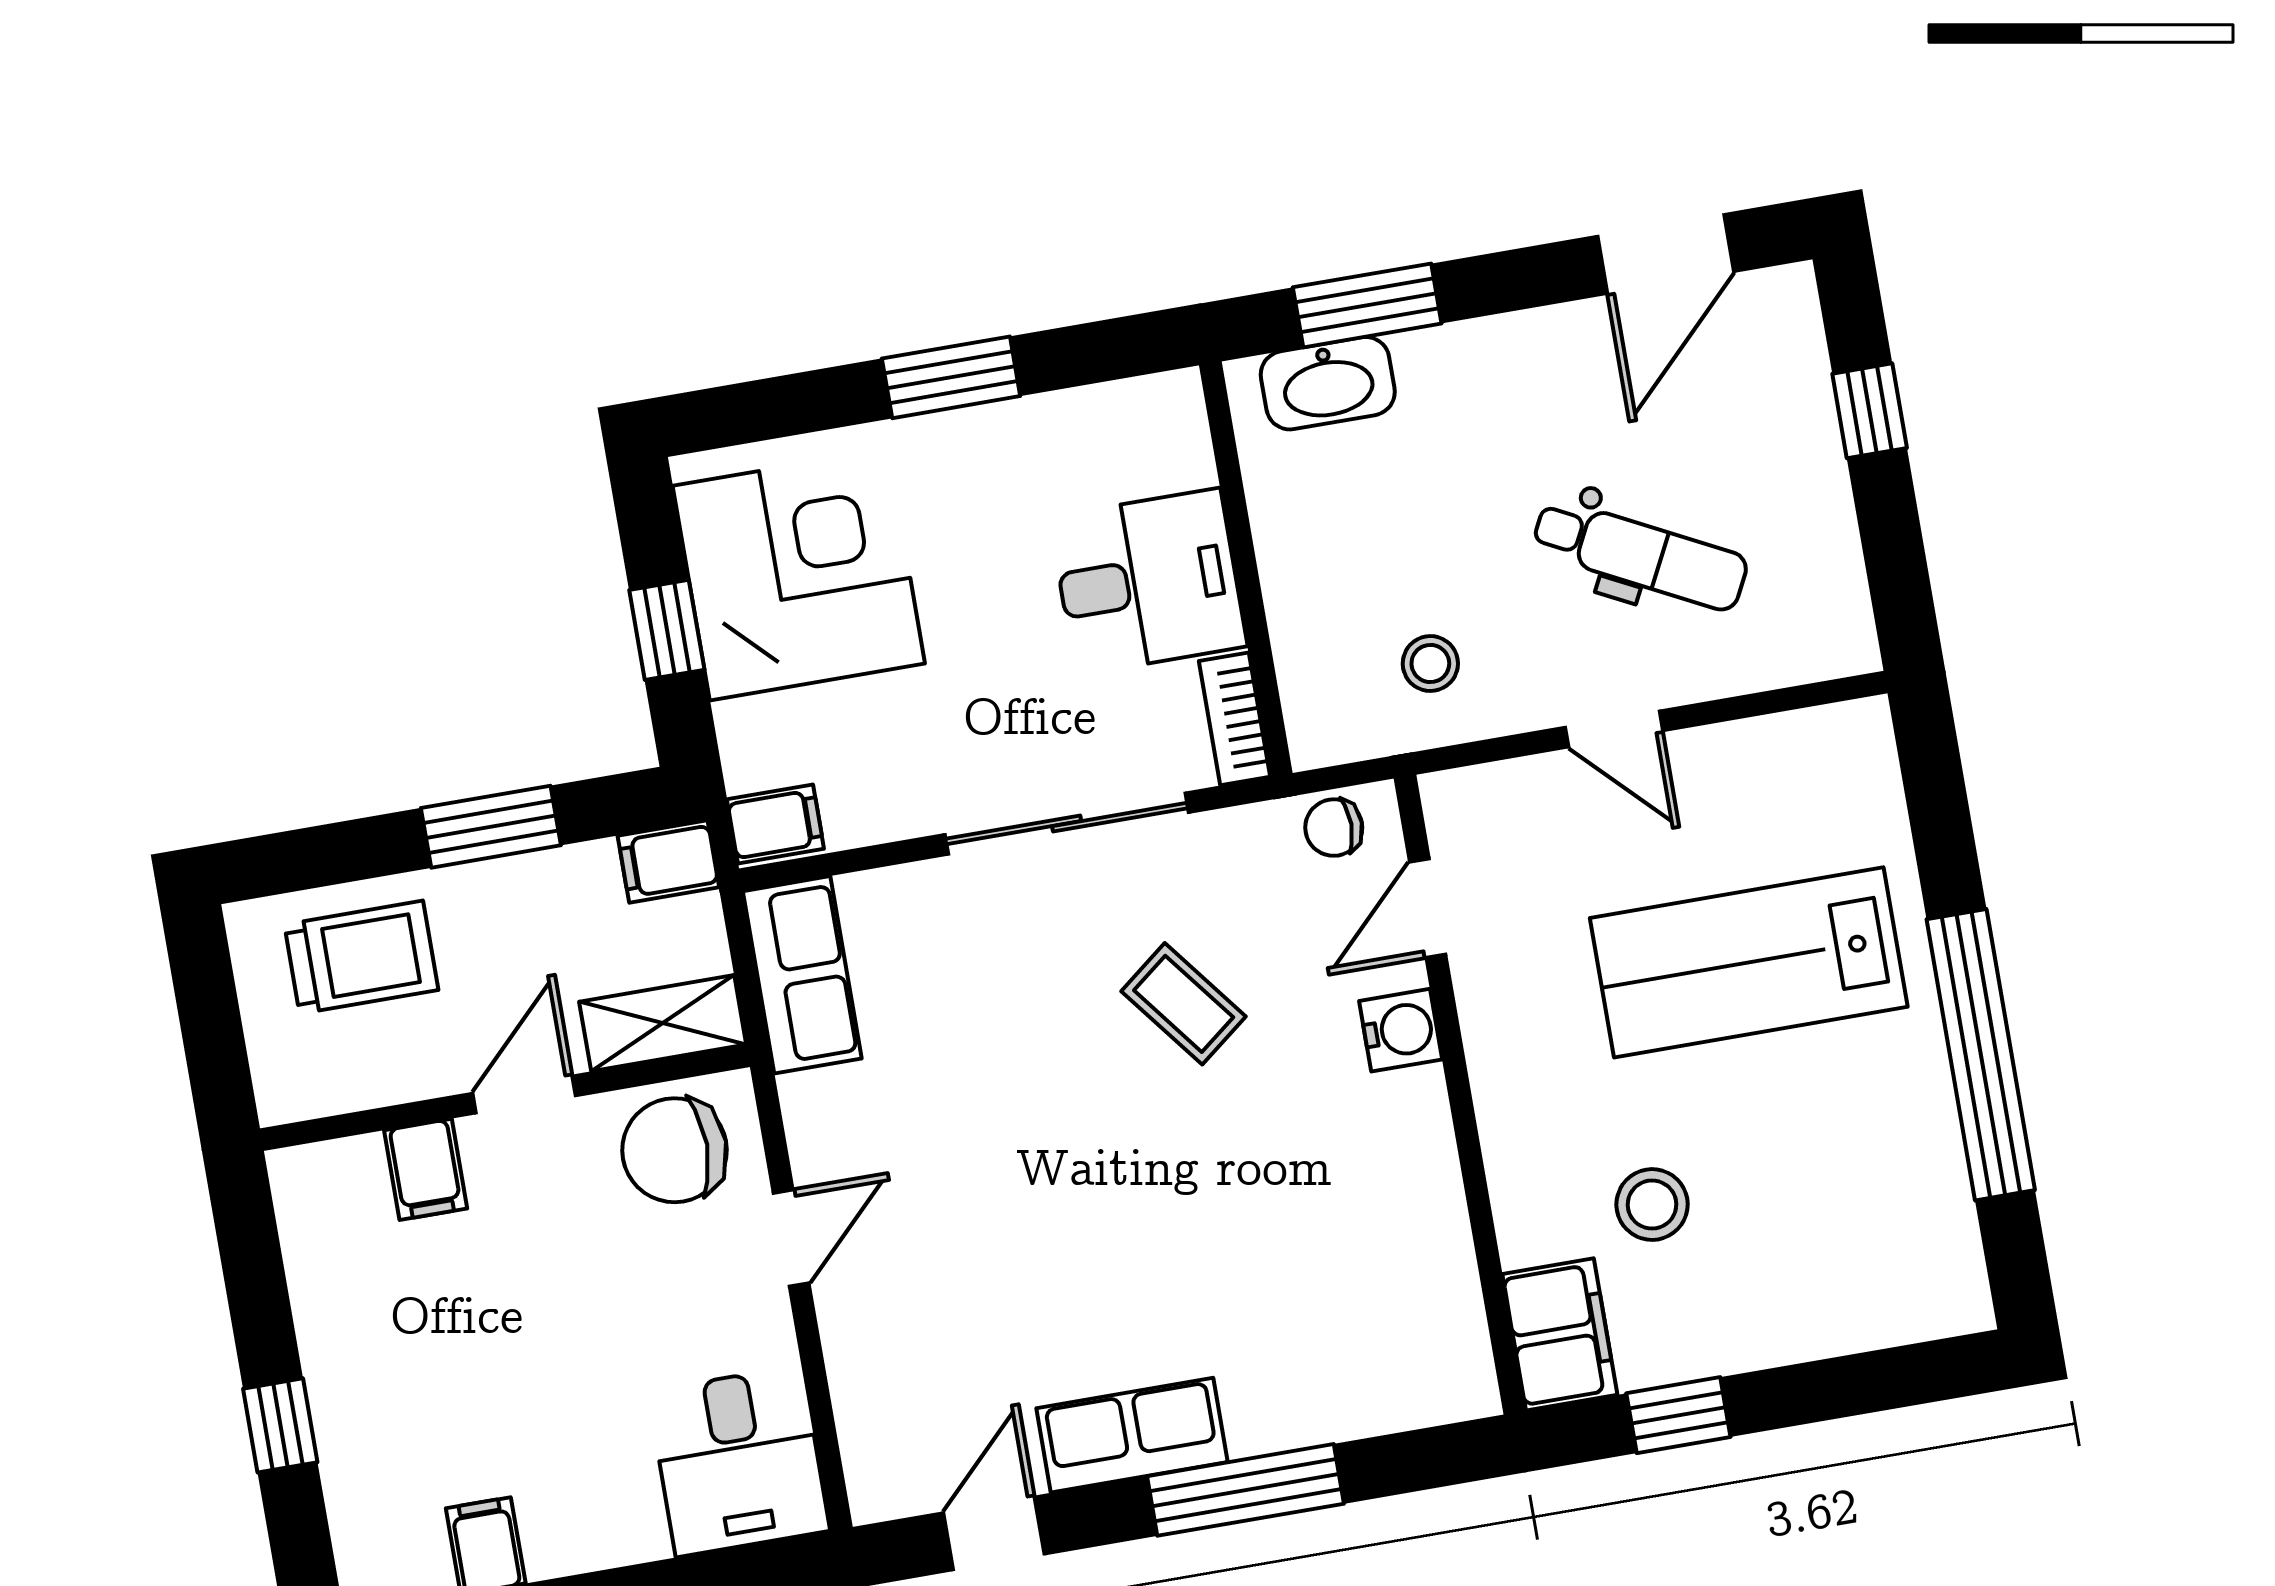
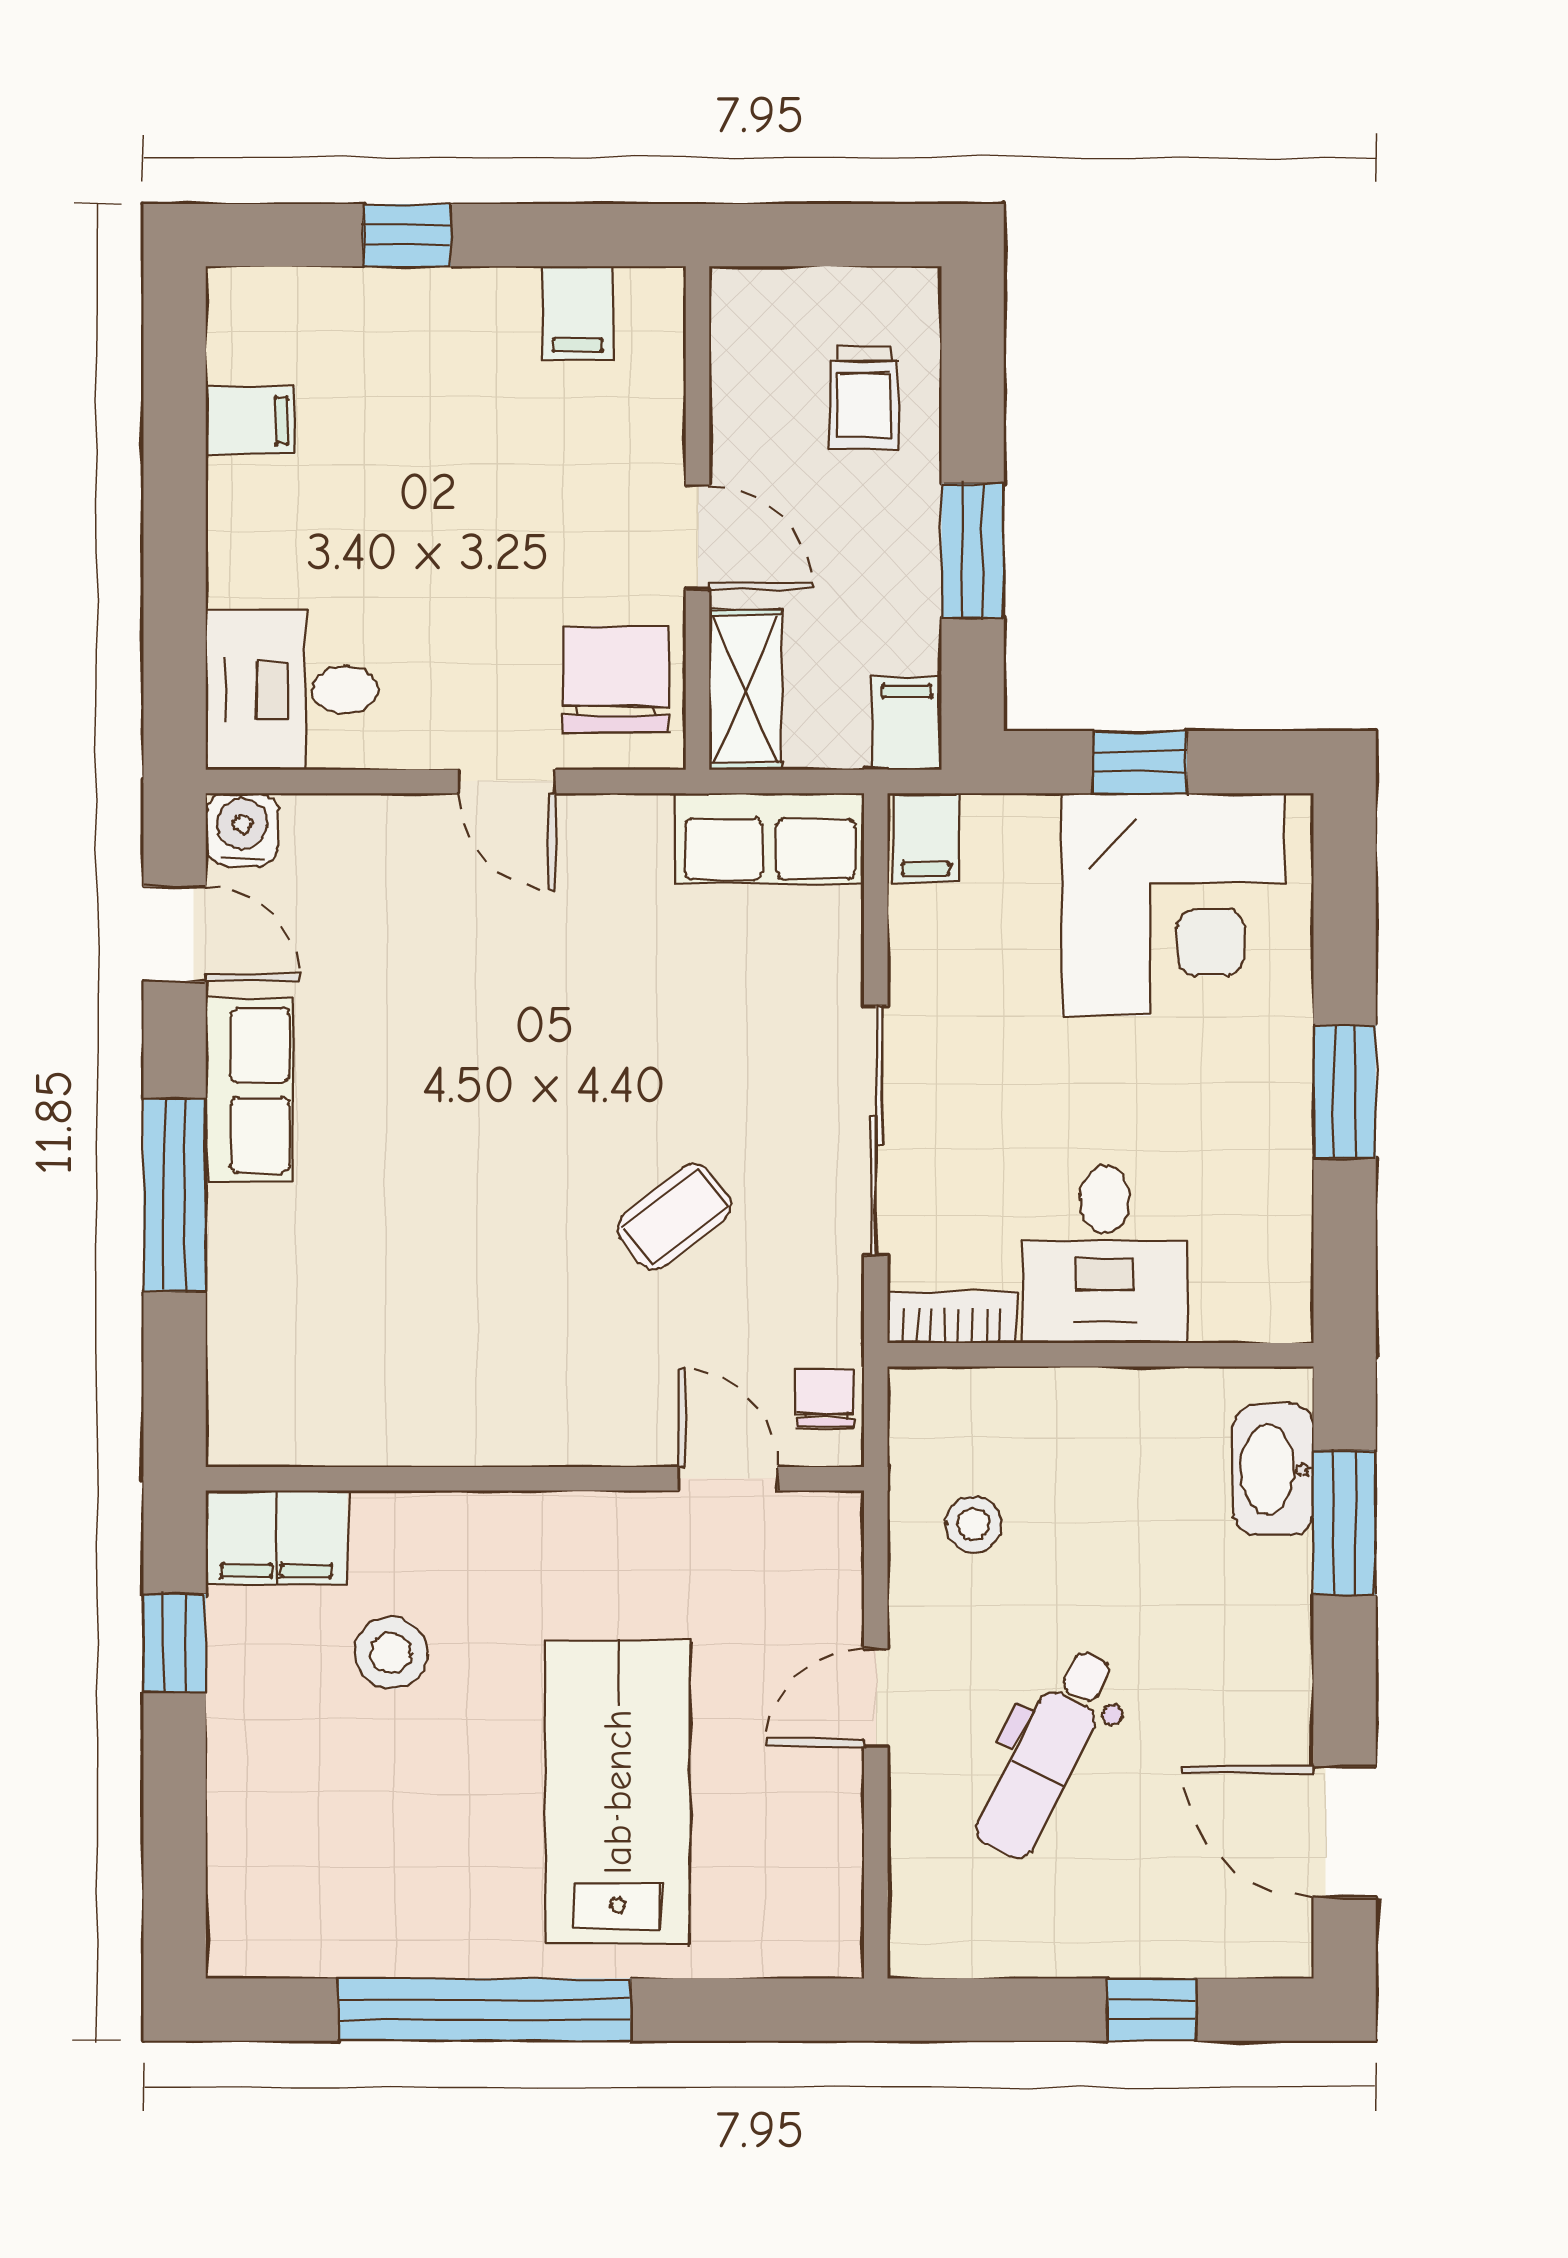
trolley: (361, 957) -> (864, 398), width x0.73, depth x0.72
water cooler: (1401, 1030) -> (242, 830), moved, turned 180
filing cabinet: (426, 1169) -> (578, 313), moved, turned -90

